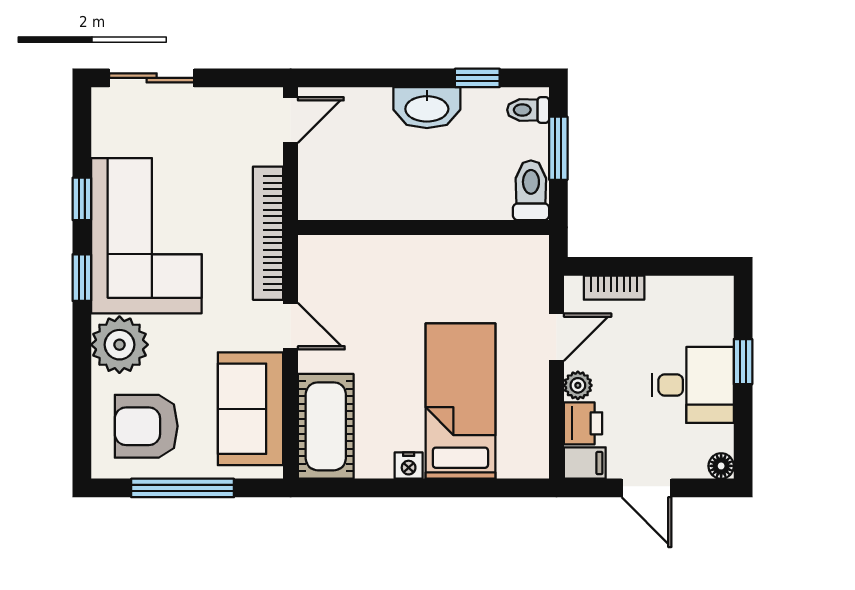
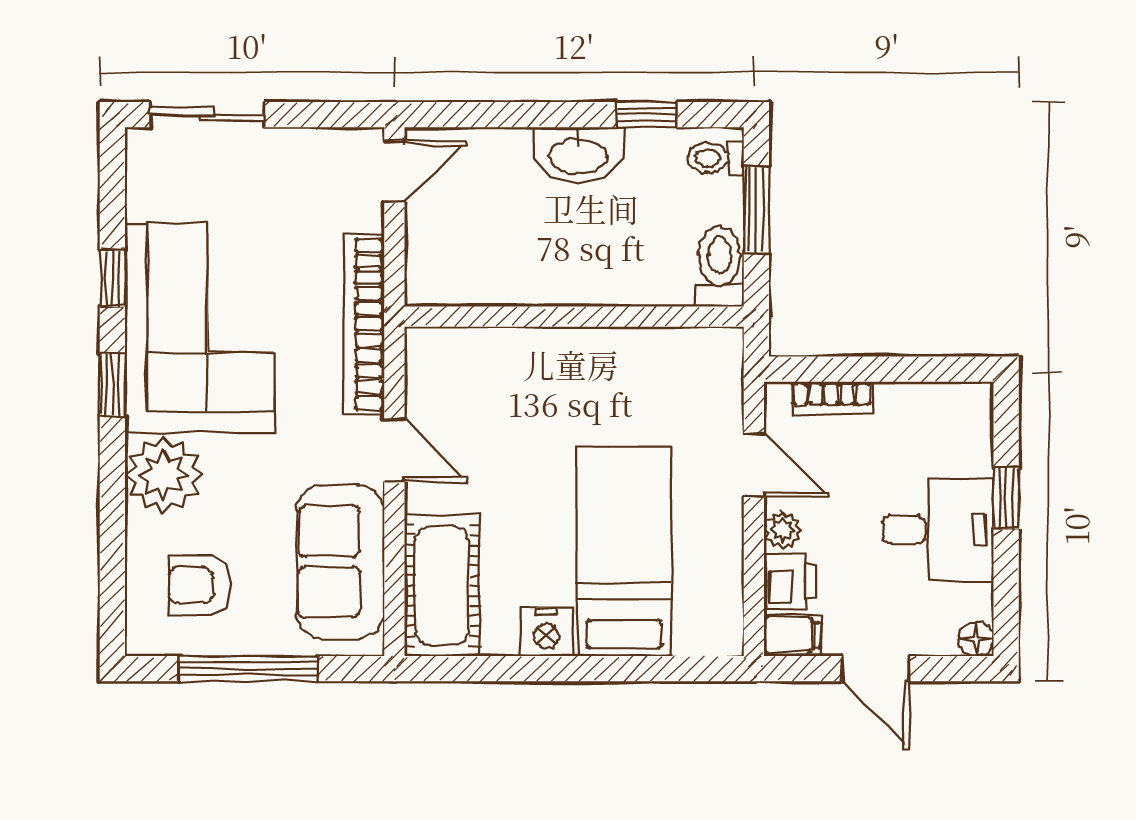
door: (557, 337) -> (754, 465), hinge flipped
armchair: (146, 426) -> (199, 585), width x0.72, depth x0.72
nightstand: (409, 465) -> (547, 632), width x1.39, depth x1.35

